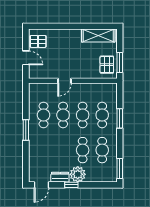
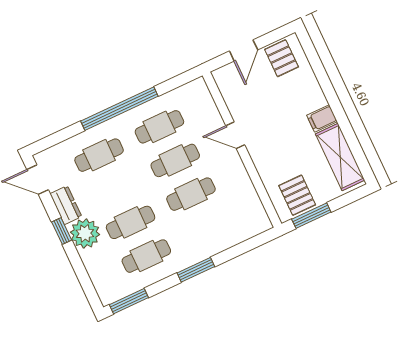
filing cabinet: (76, 36) -> (322, 118), added
pallet: (107, 65) -> (297, 195), turned 90
cafe table: (102, 115) -> (99, 155), moved
window: (120, 118) -> (196, 270), moved
window: (26, 130) -> (119, 109), width x2.11

